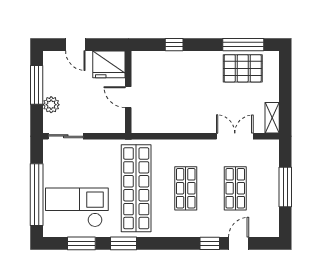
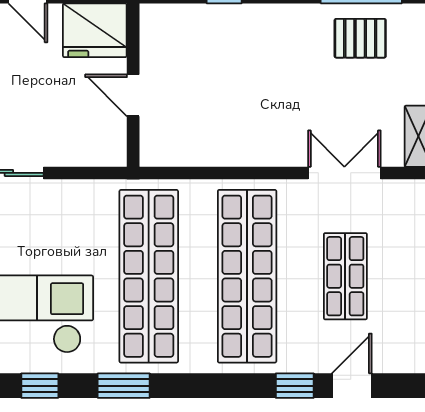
pallet: (243, 68) -> (360, 38), width x0.67, depth x0.71
shop shelf: (186, 188) -> (247, 276), width x2.00, depth x1.36
window: (81, 243) -> (40, 386), width x0.67

